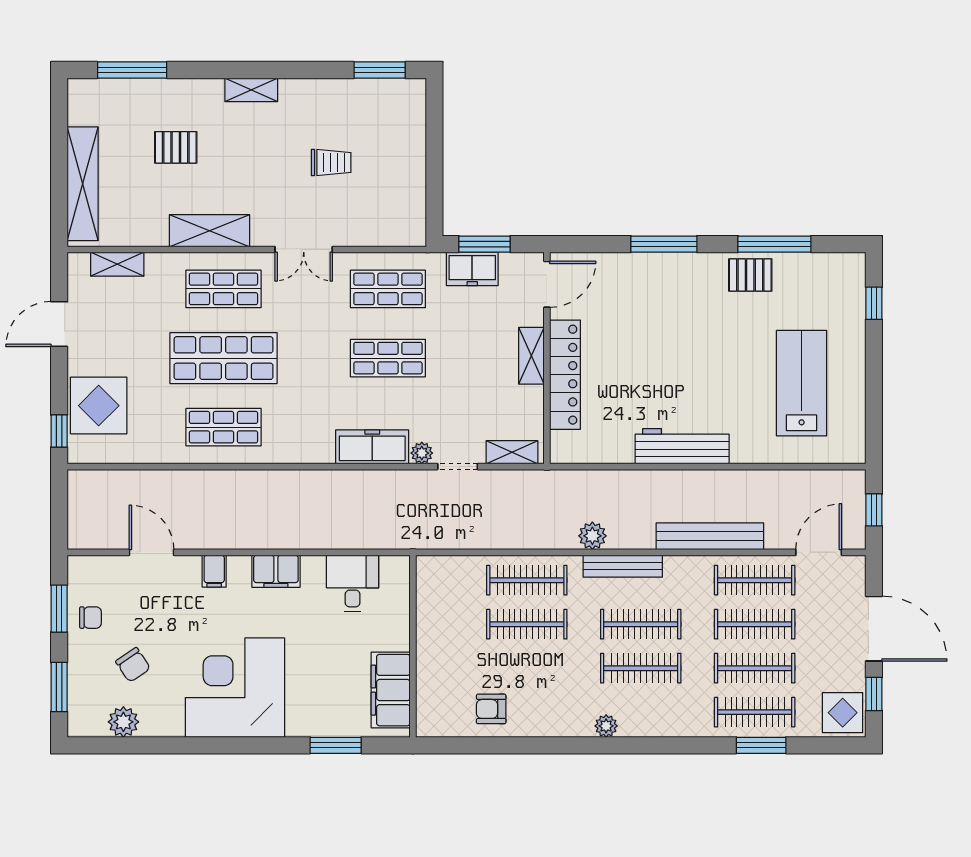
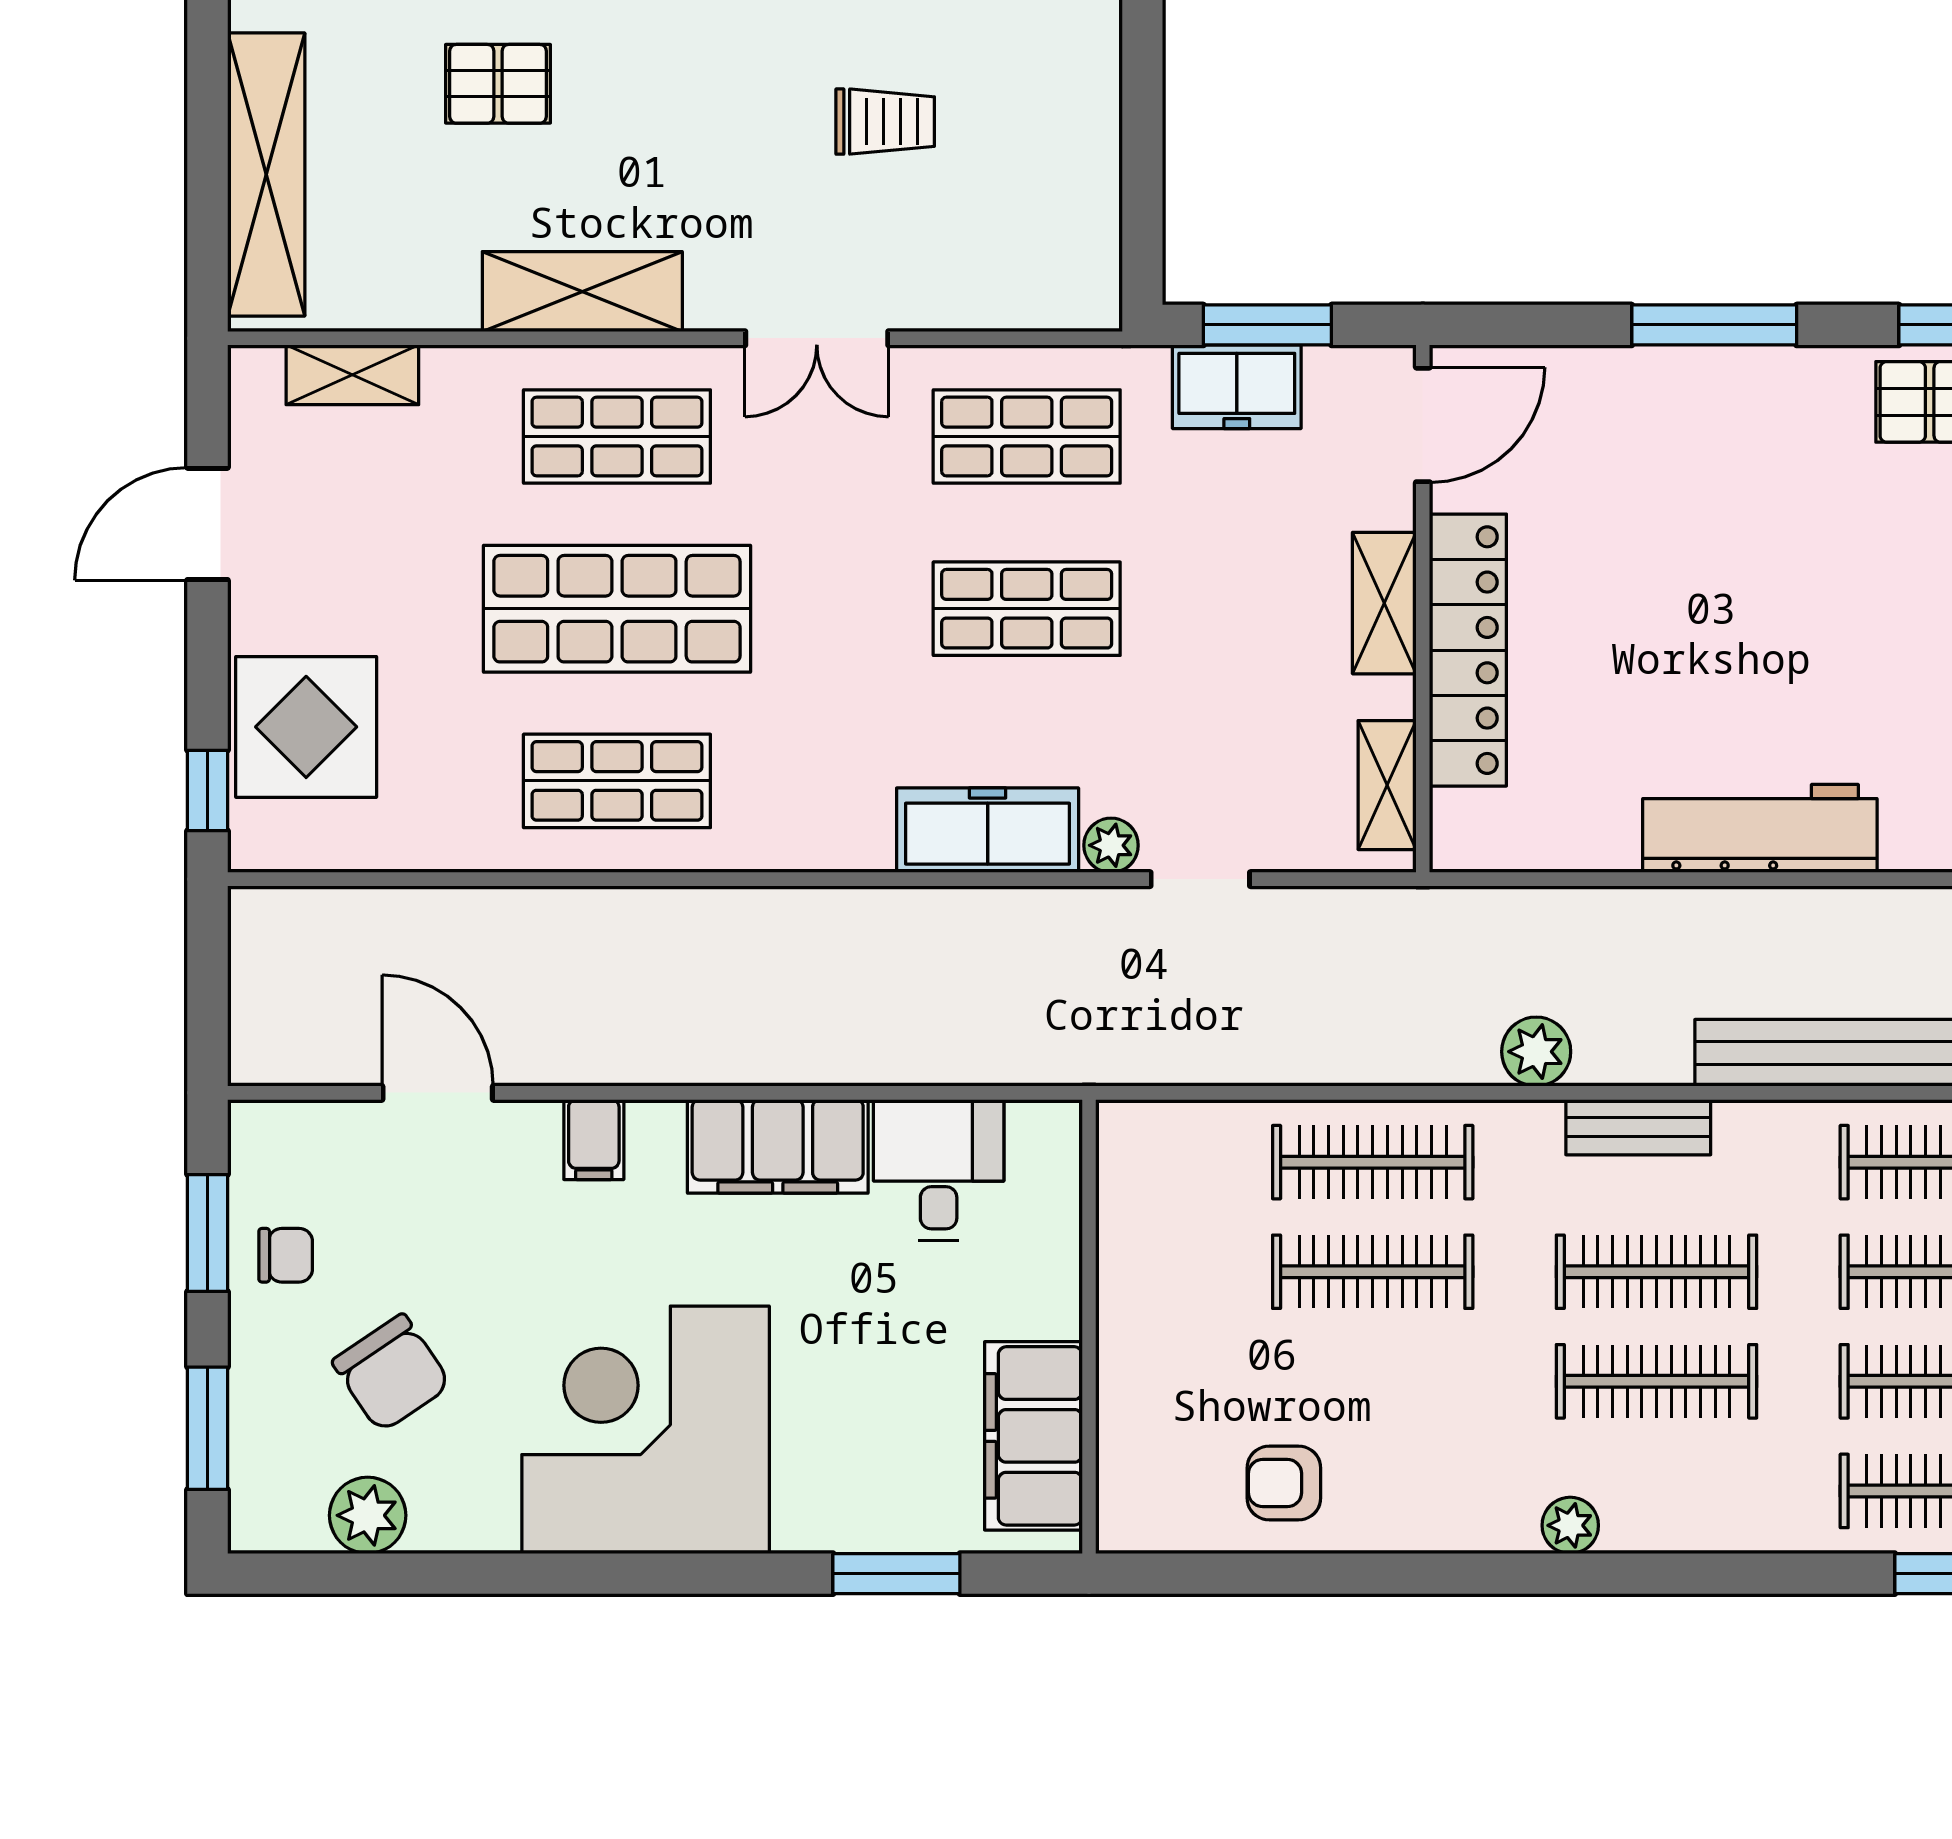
shelving: (512, 452) -> (1387, 785), moved, turned 90
bench: (623, 566) -> (1638, 1127), width x0.73
filing cabinet: (276, 571) -> (778, 1146), width x1.50, depth x1.17
chair: (133, 665) -> (392, 1373), width x1.37, depth x1.37

